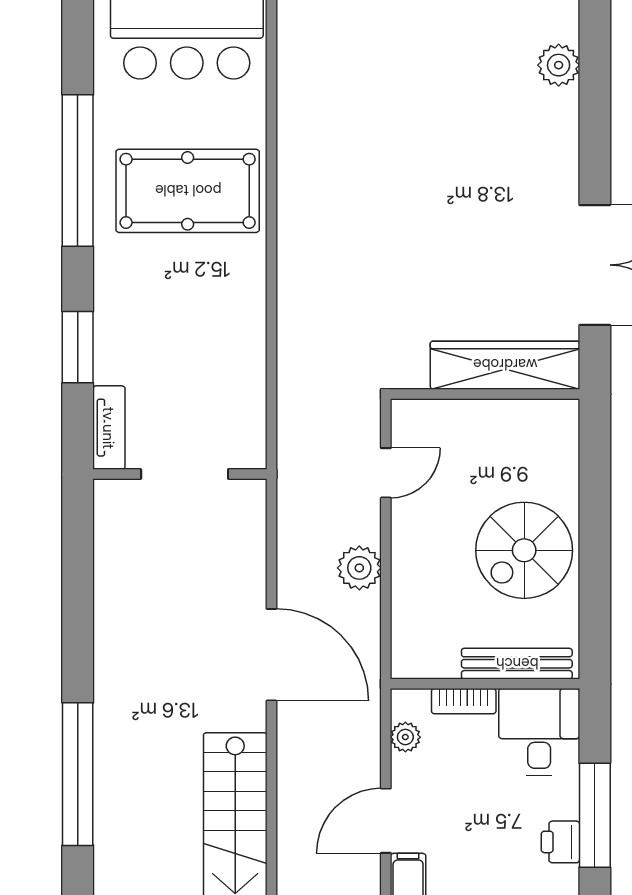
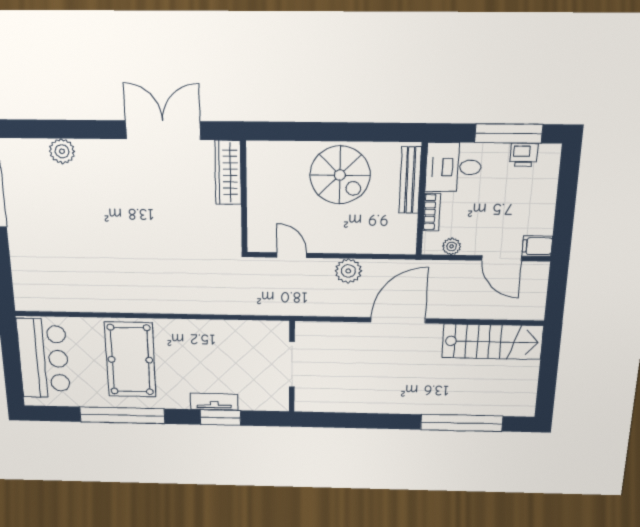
plant: (559, 65) -> (62, 151), moved
wardrobe: (505, 365) -> (228, 172), width x0.71, depth x0.85
tv unit: (109, 428) -> (214, 402), moved

